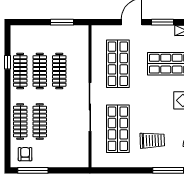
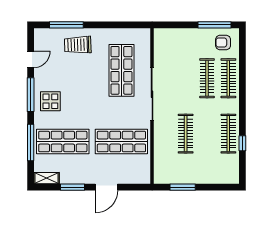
shop shelf: (118, 64) -> (121, 142), turned 90
clothes rail: (40, 71) -> (207, 134), removed
trolley: (152, 140) -> (78, 45), moved
armchair: (25, 154) -> (223, 43), turned 90

